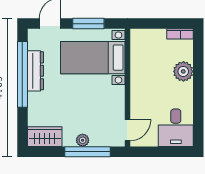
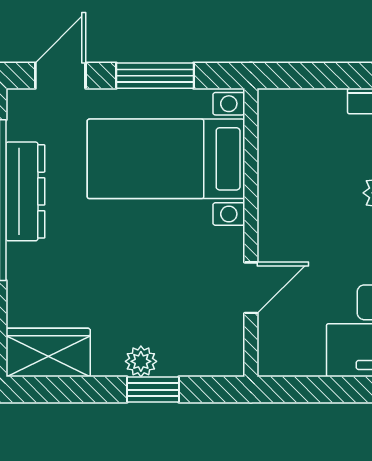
door: (127, 130) -> (251, 288), moved
window: (88, 152) -> (153, 390), width x0.46

